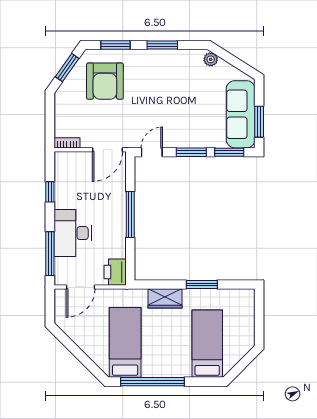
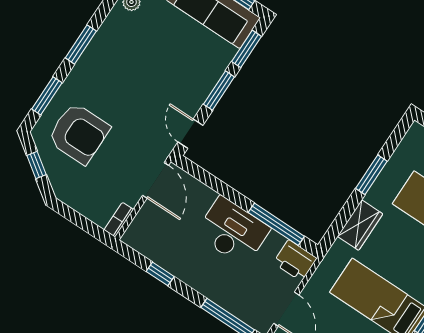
window: (67, 68) -> (37, 165), width x0.67
window: (130, 215) -> (276, 224), moved
desk: (73, 233) -> (233, 231), moved, turned 180

